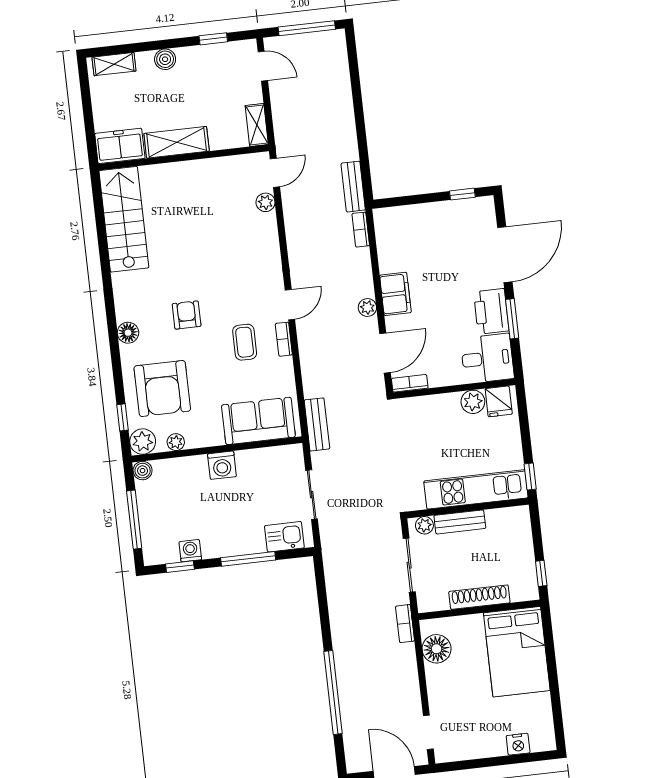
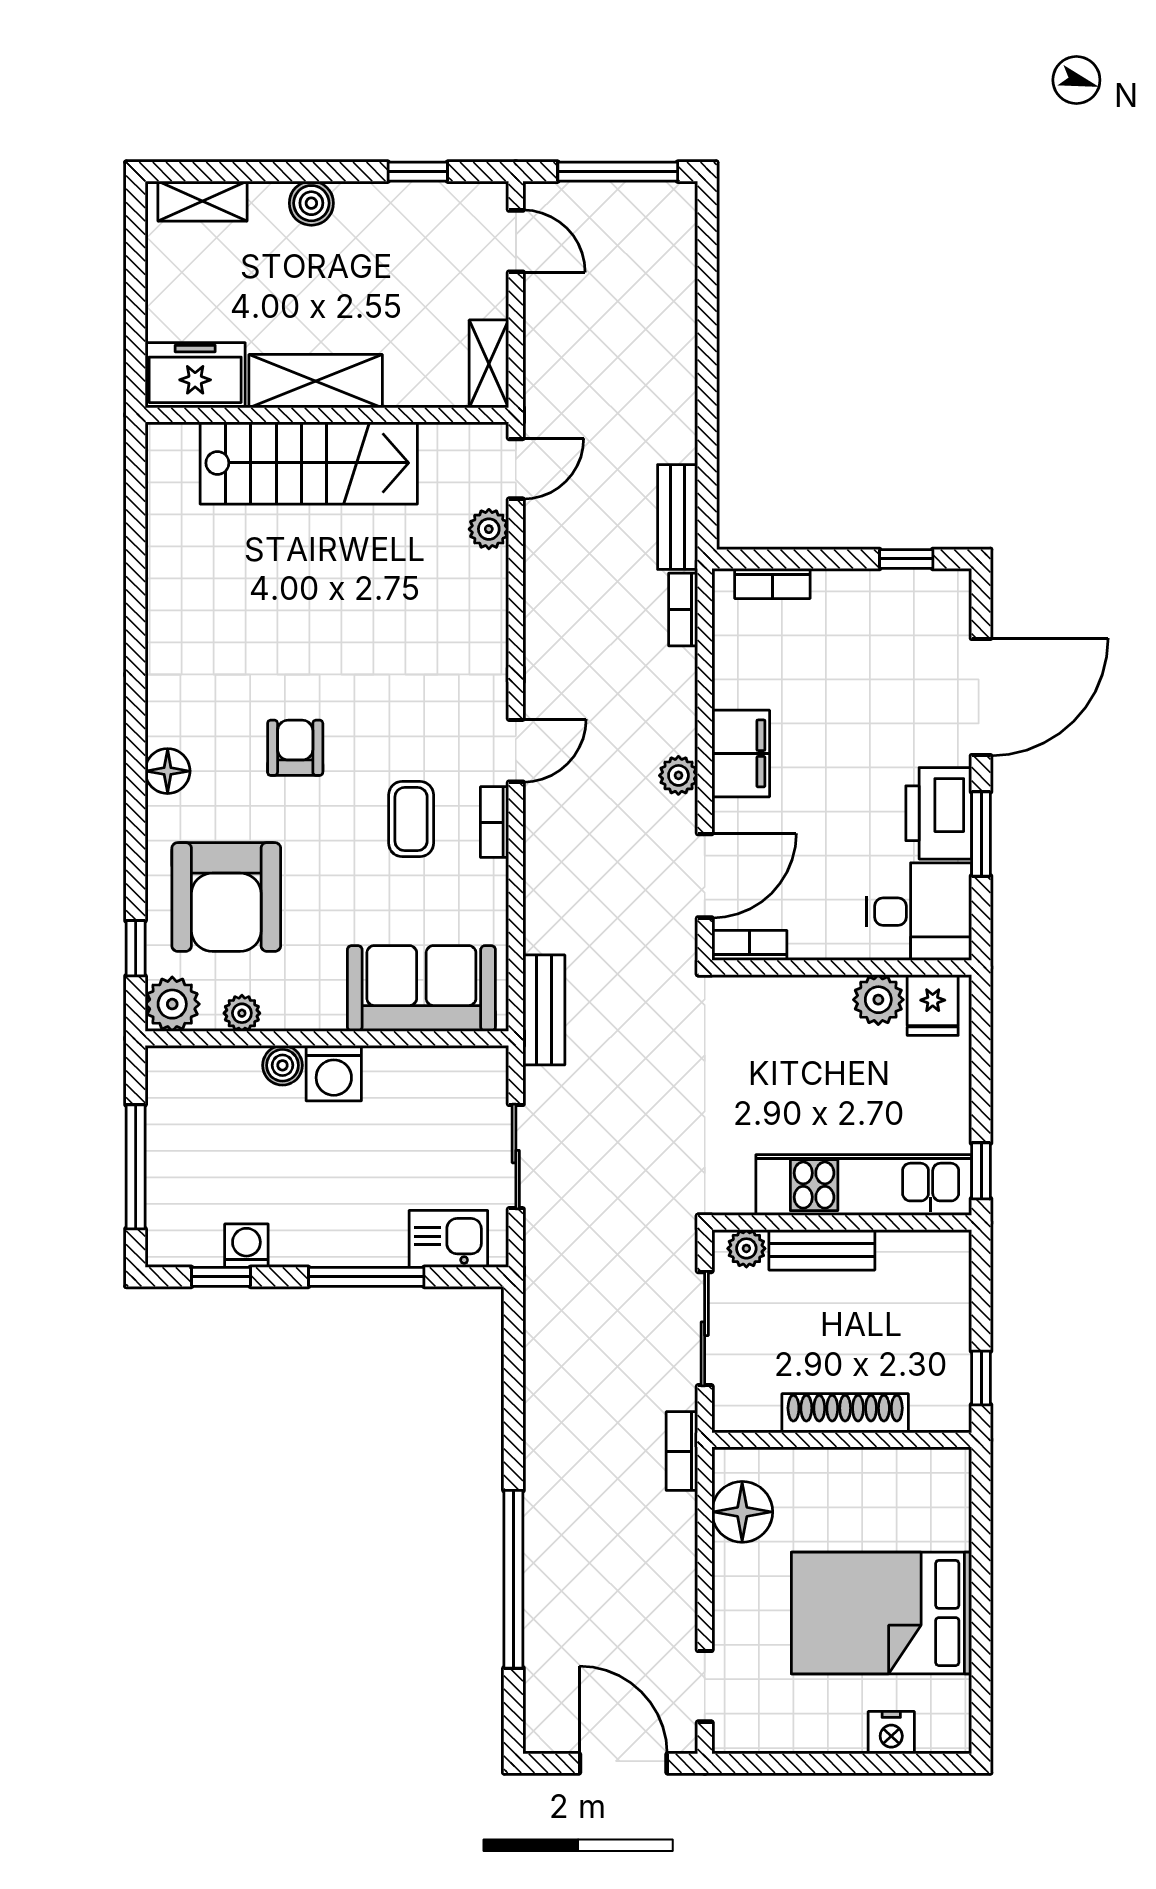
bookcase: (401, 213) -> (772, 583), added
stairs: (124, 219) -> (309, 463), moved, turned 90
boiler: (143, 471) -> (282, 1065), moved
bed: (517, 652) -> (881, 1613), moved, turned 90

